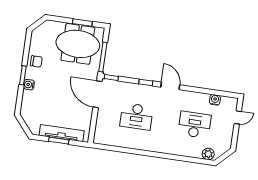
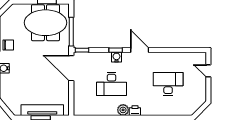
water cooler: (215, 100) -> (116, 57), moved
door: (238, 117) -> (208, 71), swing flipped
printer: (157, 147) -> (135, 111), added
plant: (208, 154) -> (123, 110), moved

